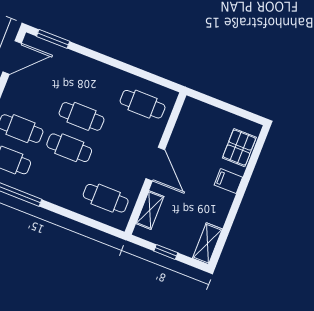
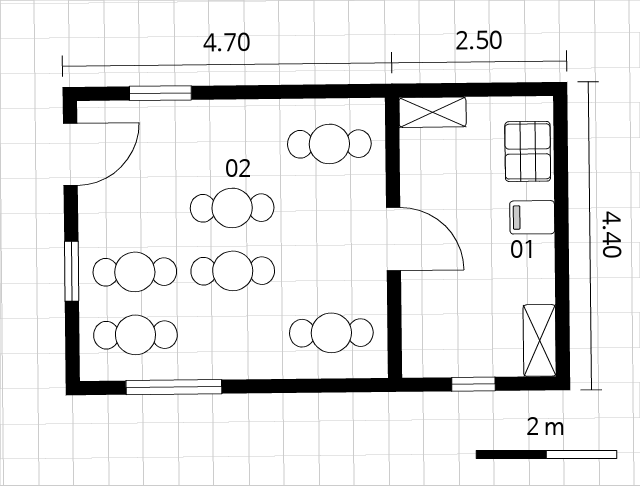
window: (53, 39) -> (160, 93), moved
shelving: (150, 210) -> (433, 112), moved, turned 90

